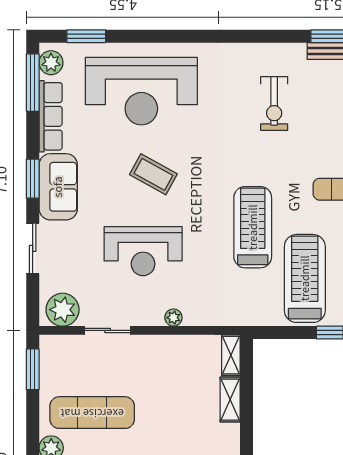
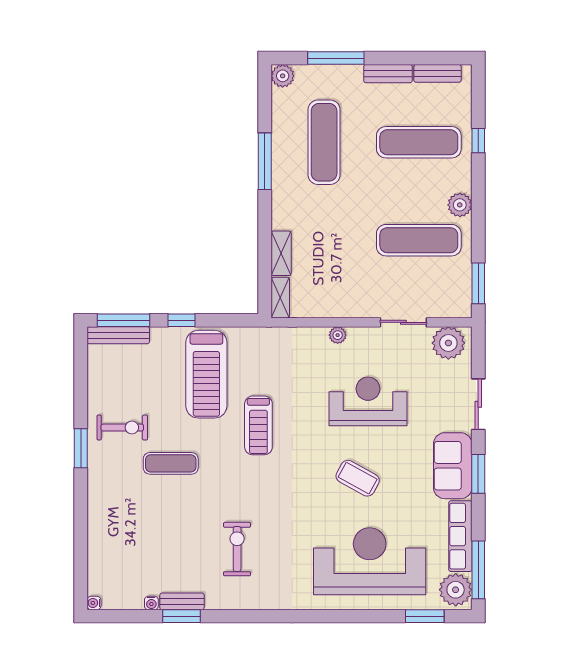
plant: (51, 63) -> (456, 590), width x1.36, depth x1.36
treadmill: (253, 227) -> (258, 425), width x0.73, depth x0.73

